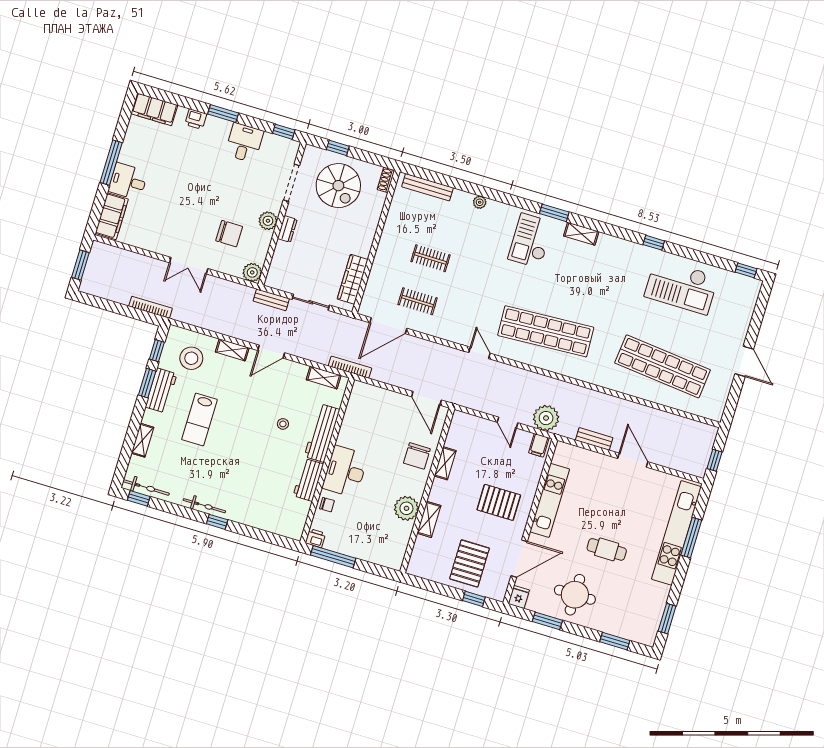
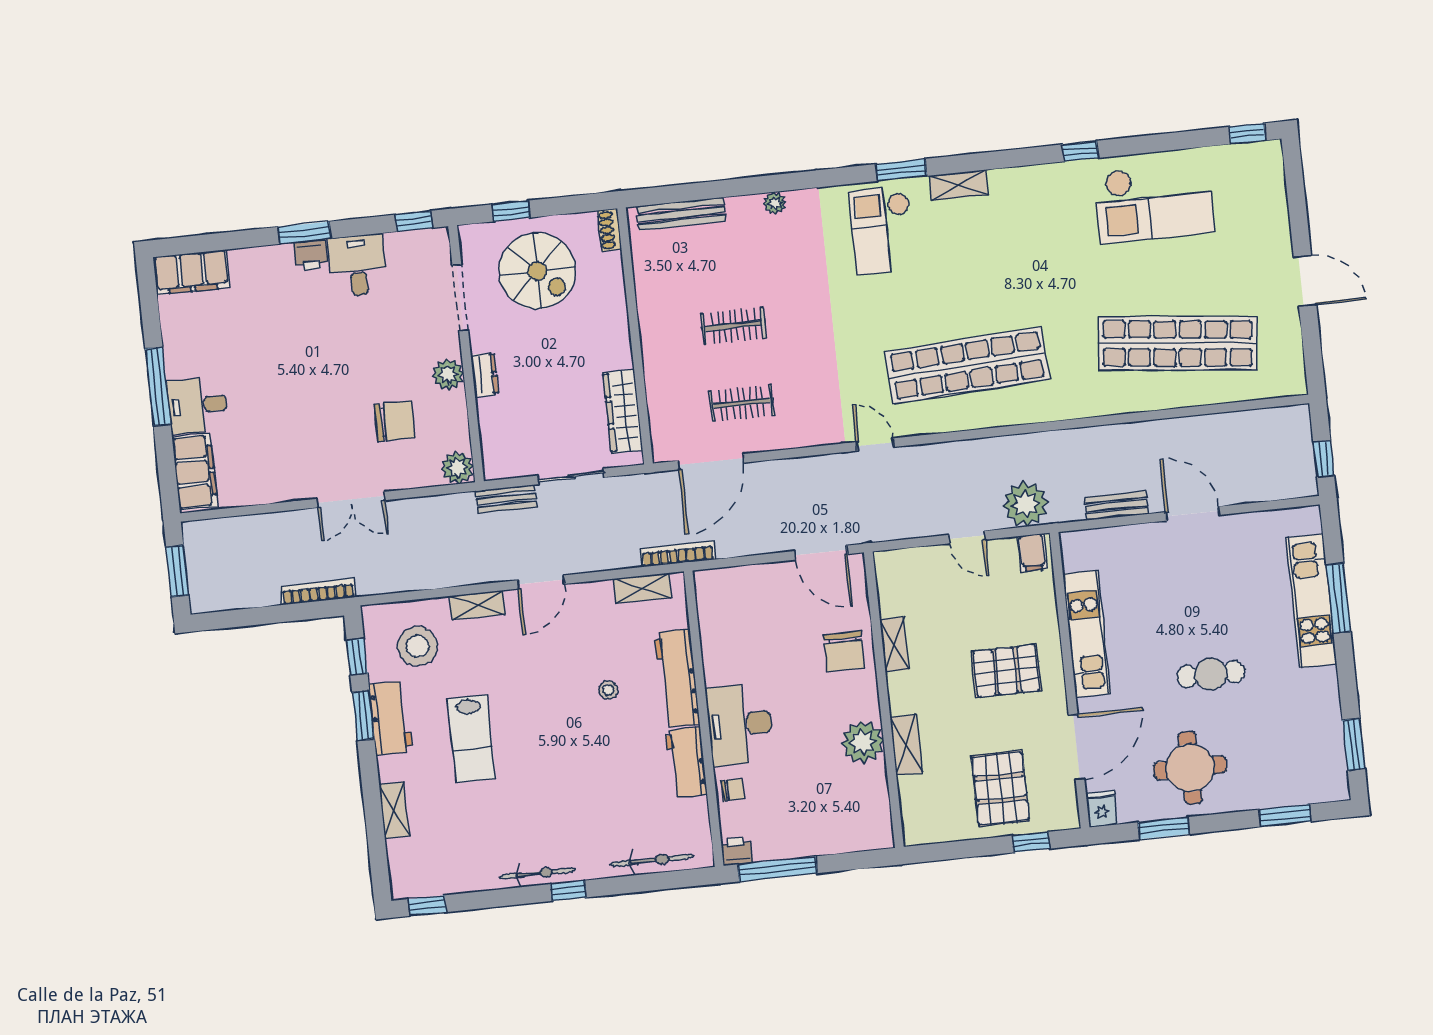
printer: (196, 119) -> (311, 255), moved
bicycle: (146, 487) -> (652, 860), moved
kitchen unit: (676, 533) -> (1312, 601), width x0.73

